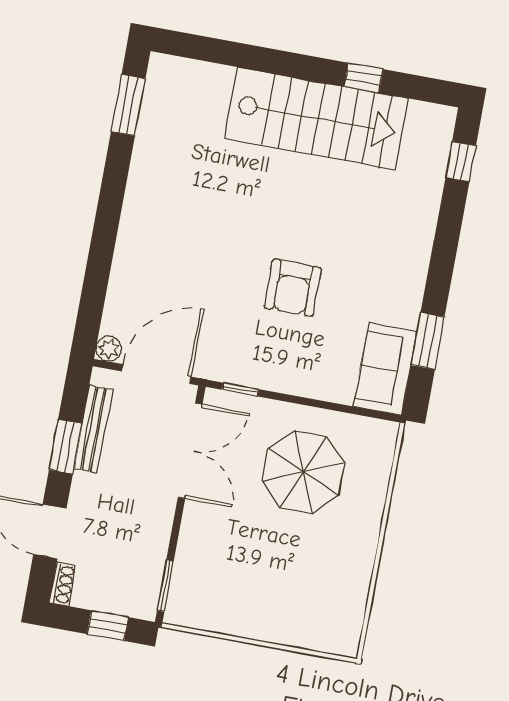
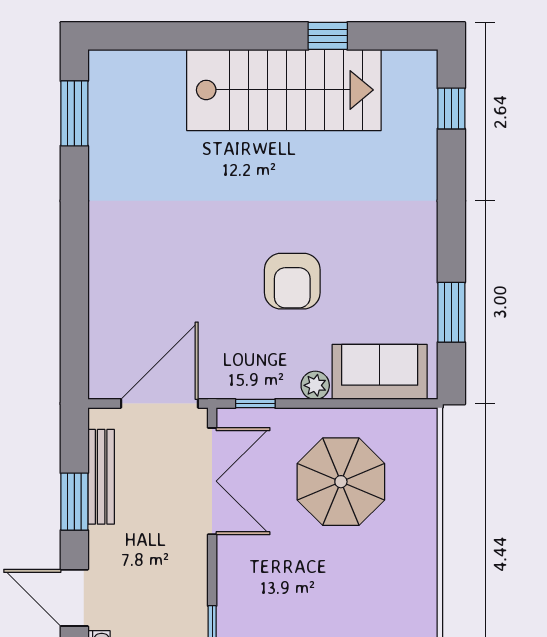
plant: (109, 349) -> (315, 385), moved
sofa: (385, 369) -> (380, 372), moved, turned 90

